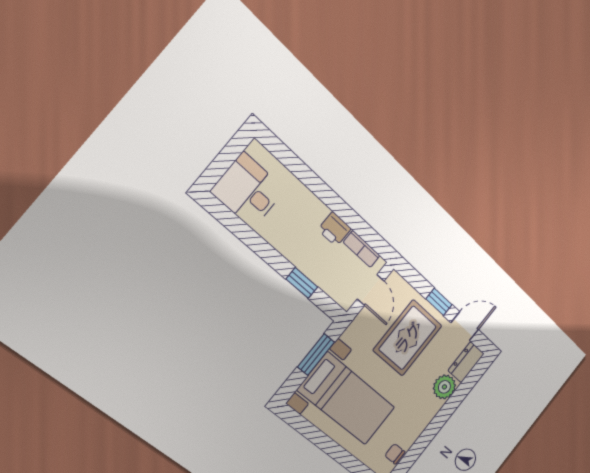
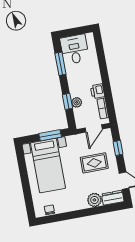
window: (244, 233) -> (60, 64), added
plant: (317, 273) -> (77, 102), added
window: (439, 302) -> (118, 148), moved
rug: (408, 338) -> (94, 163), width x0.73, depth x0.70

